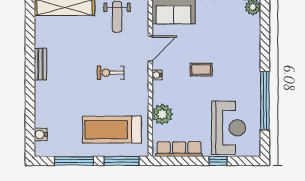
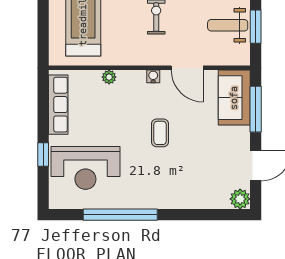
plant: (162, 114) -> (109, 77), width x0.53, depth x0.53
window: (122, 161) -> (43, 31), removed

